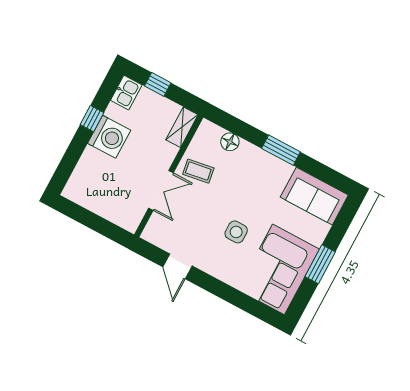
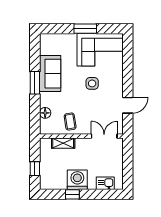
kitchen sink: (126, 93) -> (105, 183), moved
shelving: (182, 127) -> (63, 143), moved
double door: (161, 190) -> (104, 136), moved
sofa: (314, 196) -> (50, 74), moved

